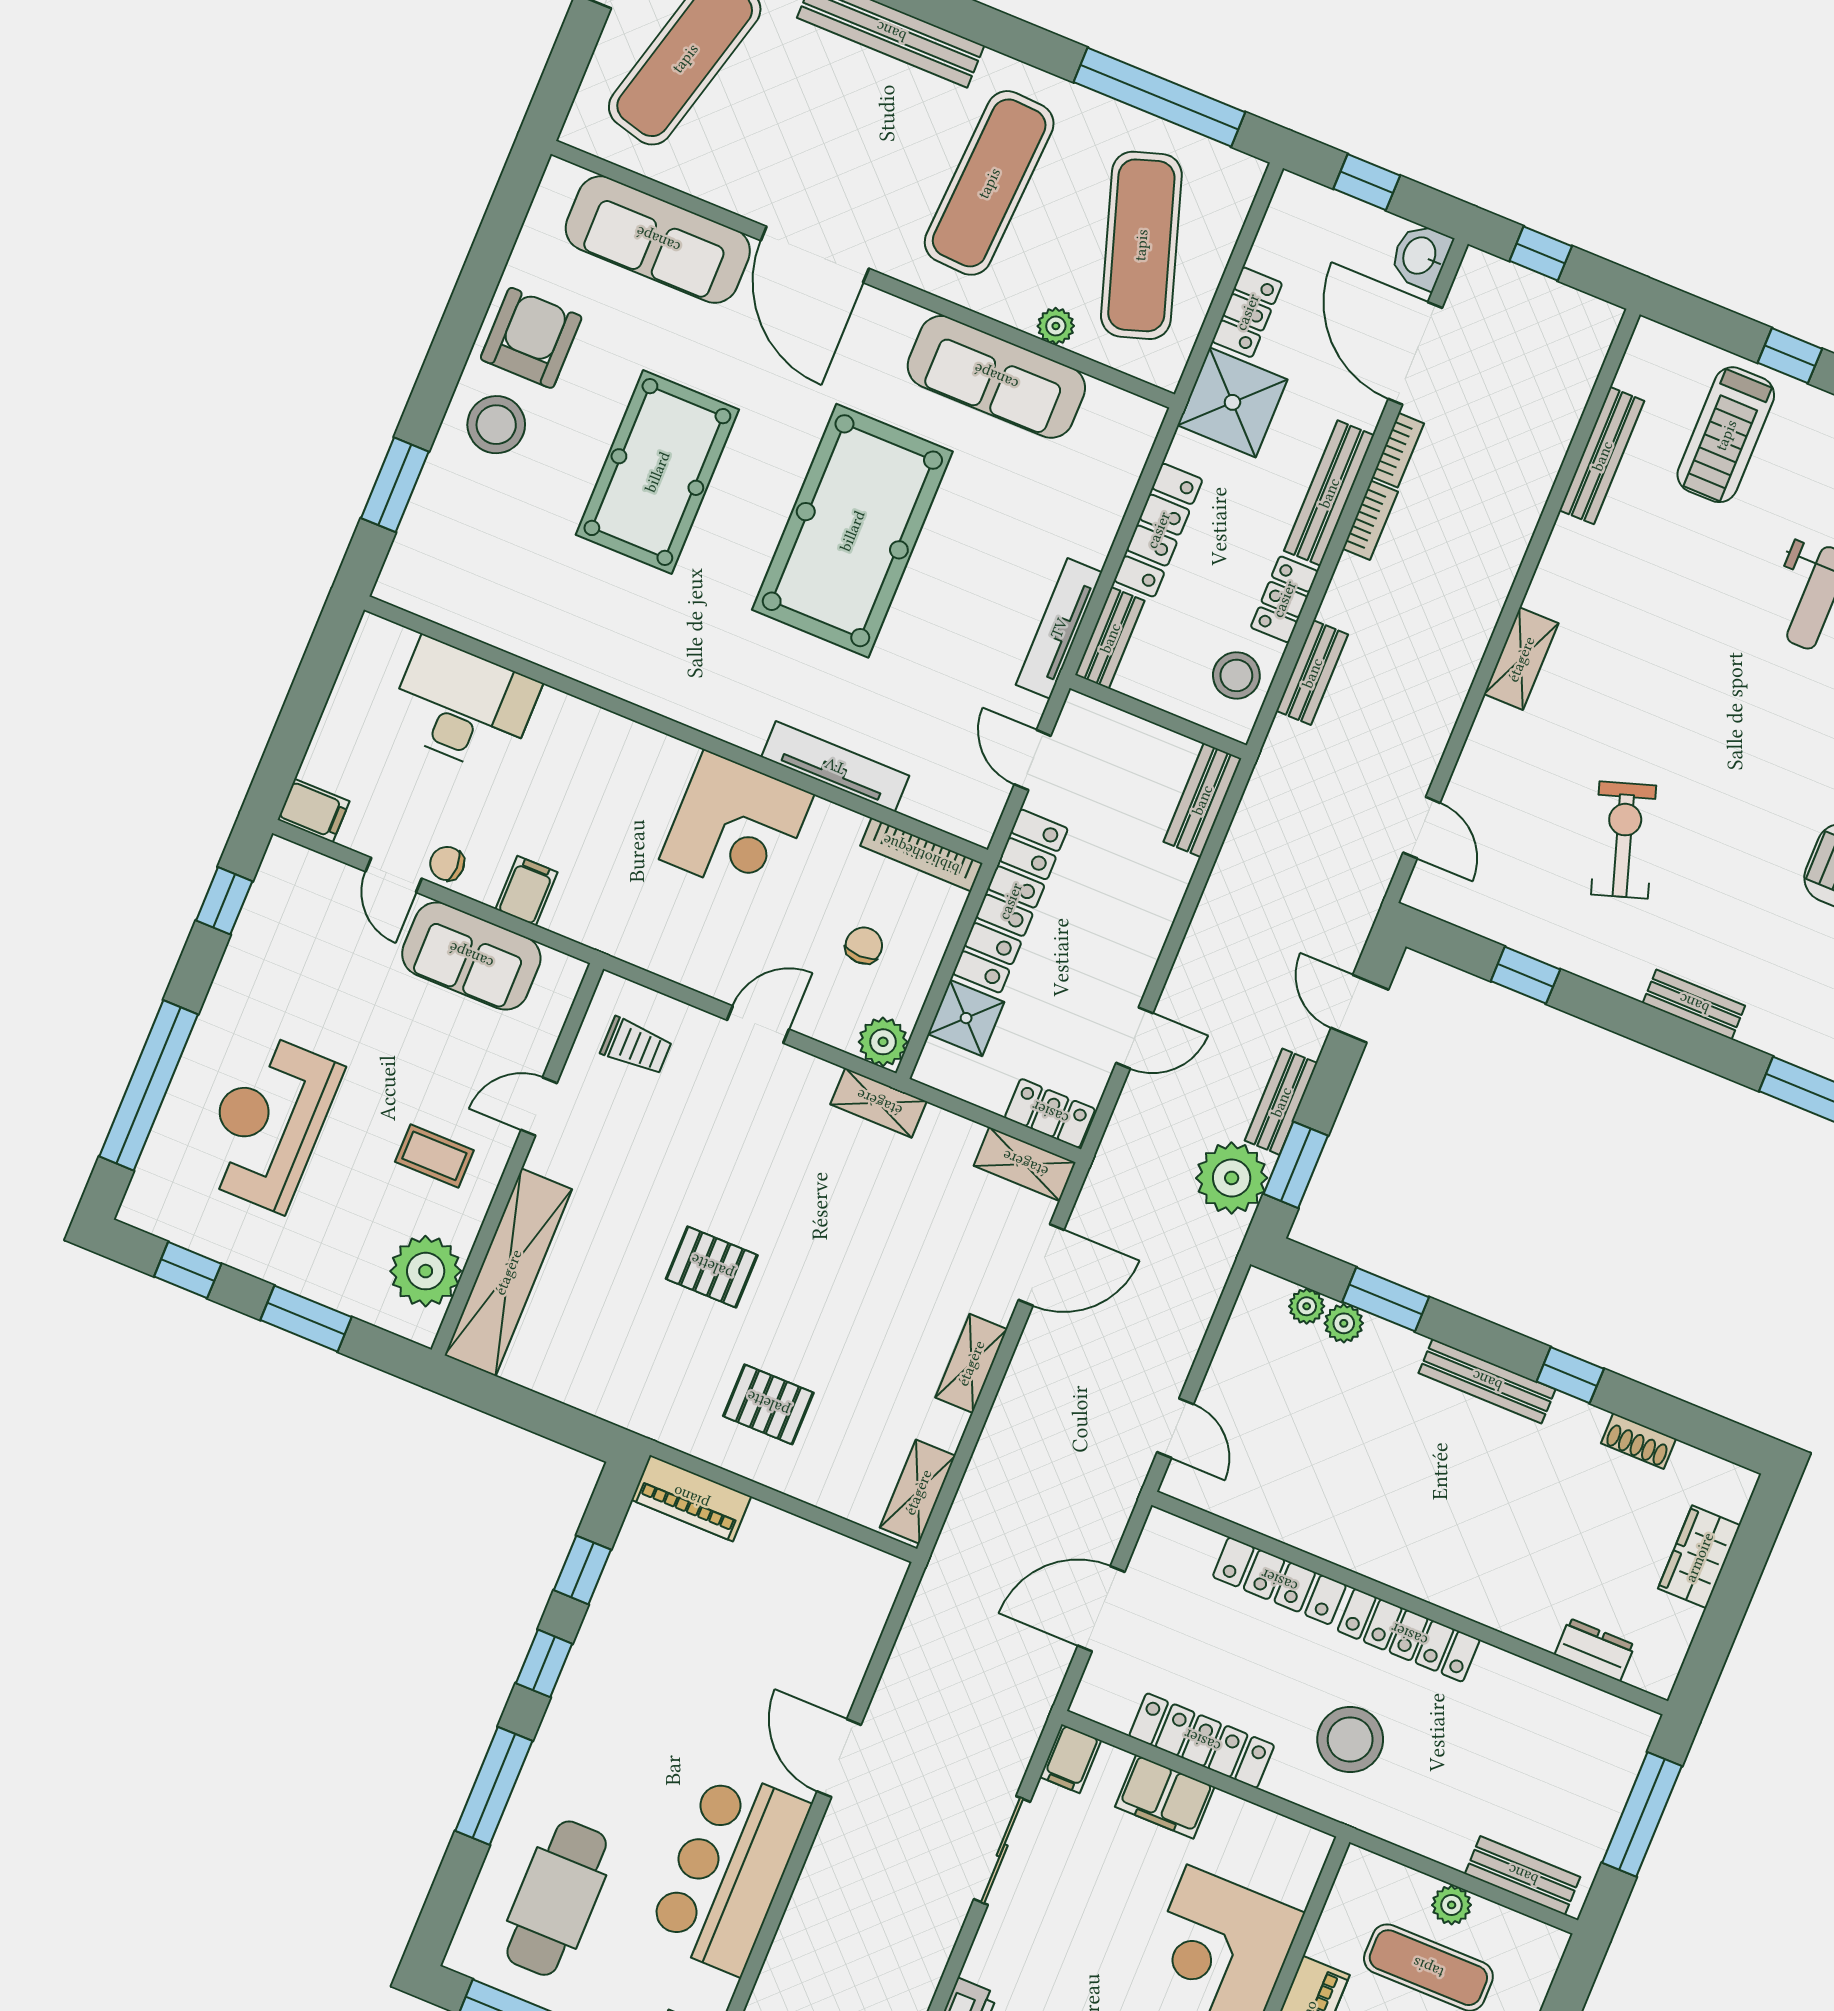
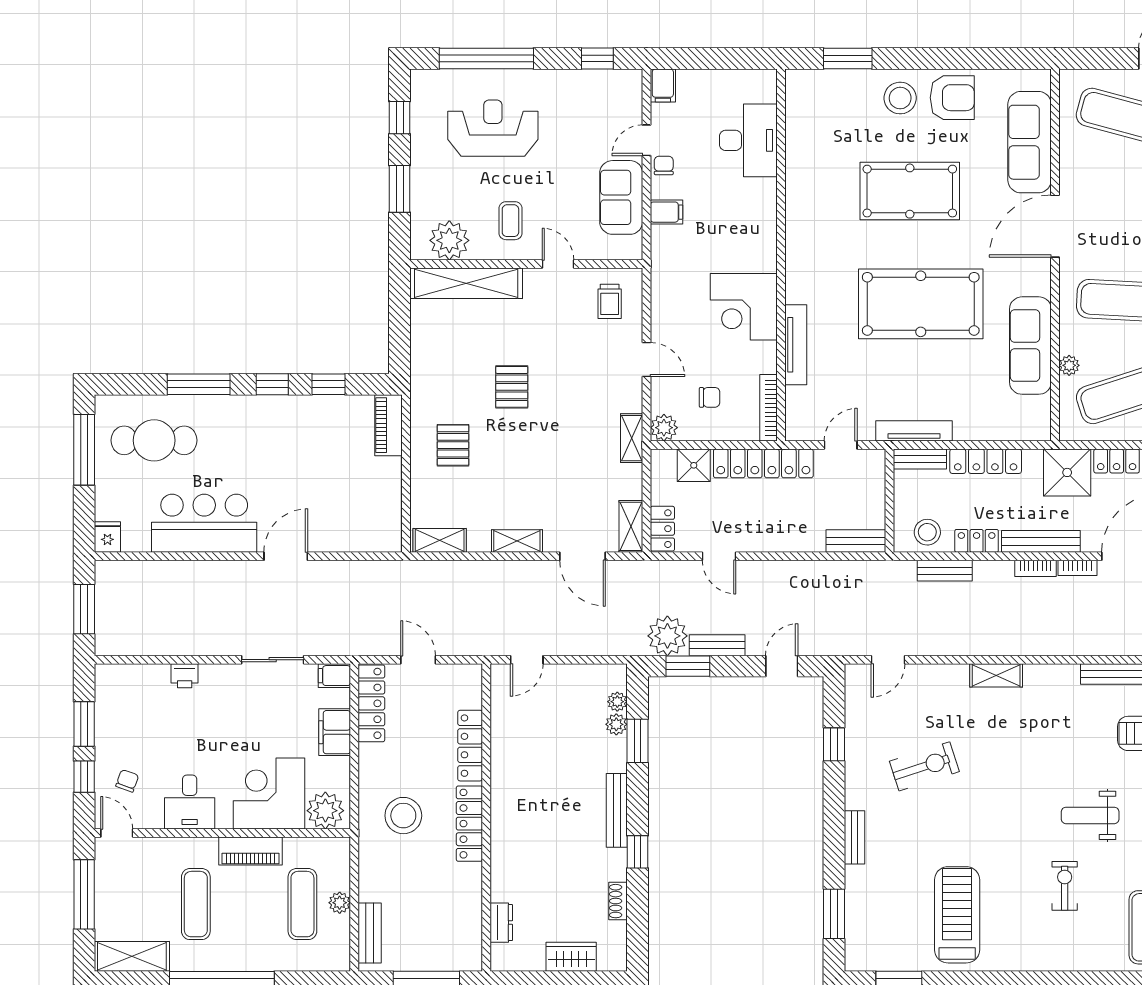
door: (1101, 1609) -> (418, 660), width x0.73
locker: (1202, 1741) -> (371, 703), moved
plant: (1289, 1866) -> (325, 811), added

